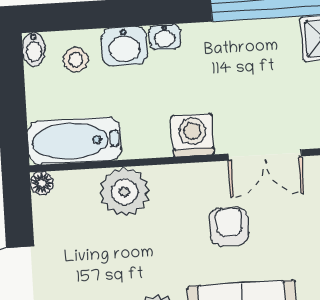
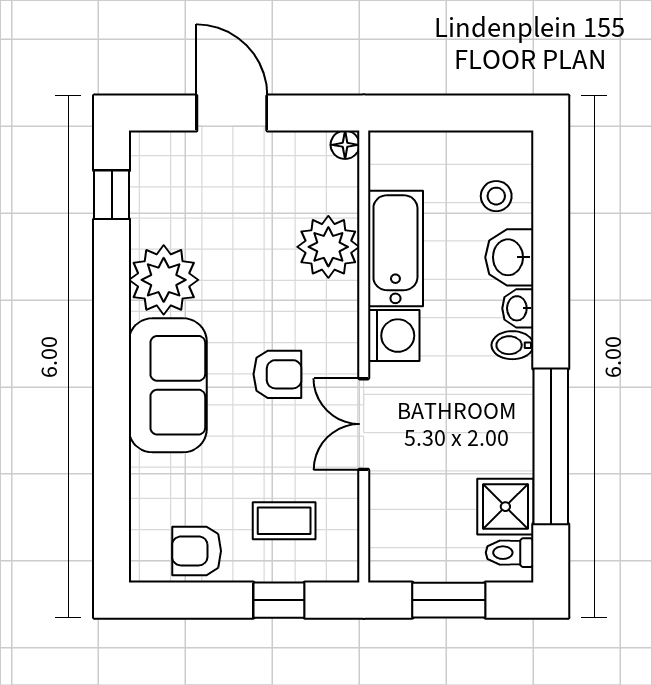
bidet: (34, 49) -> (512, 345), moved
bathtub: (74, 141) -> (395, 249), moved

